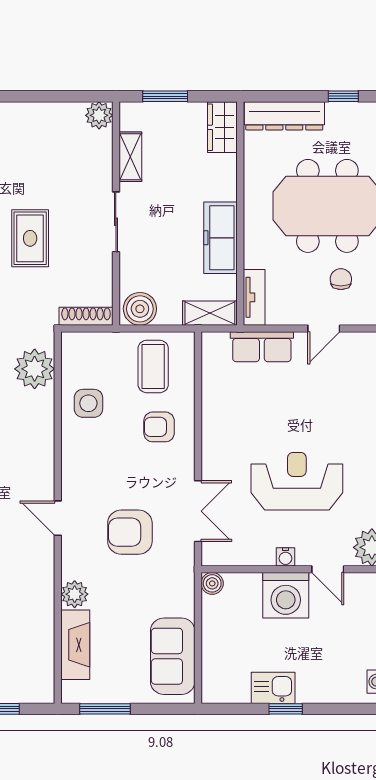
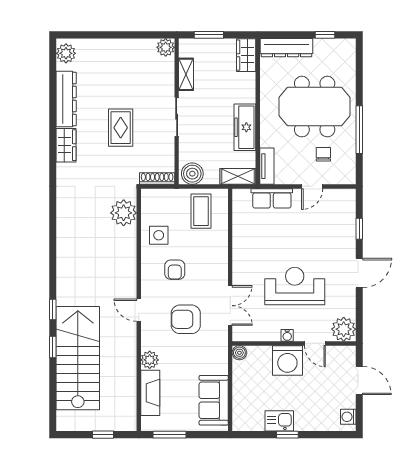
armchair: (159, 427) -> (175, 270), moved, turned -90

